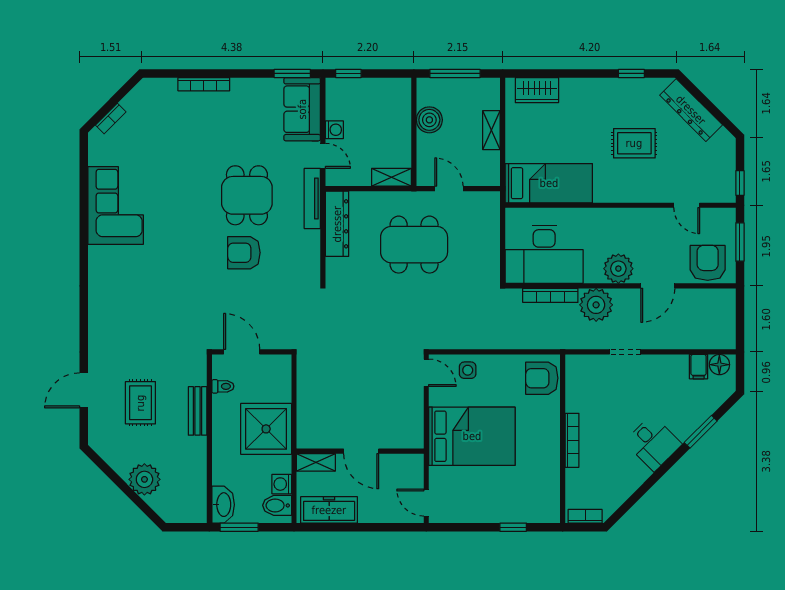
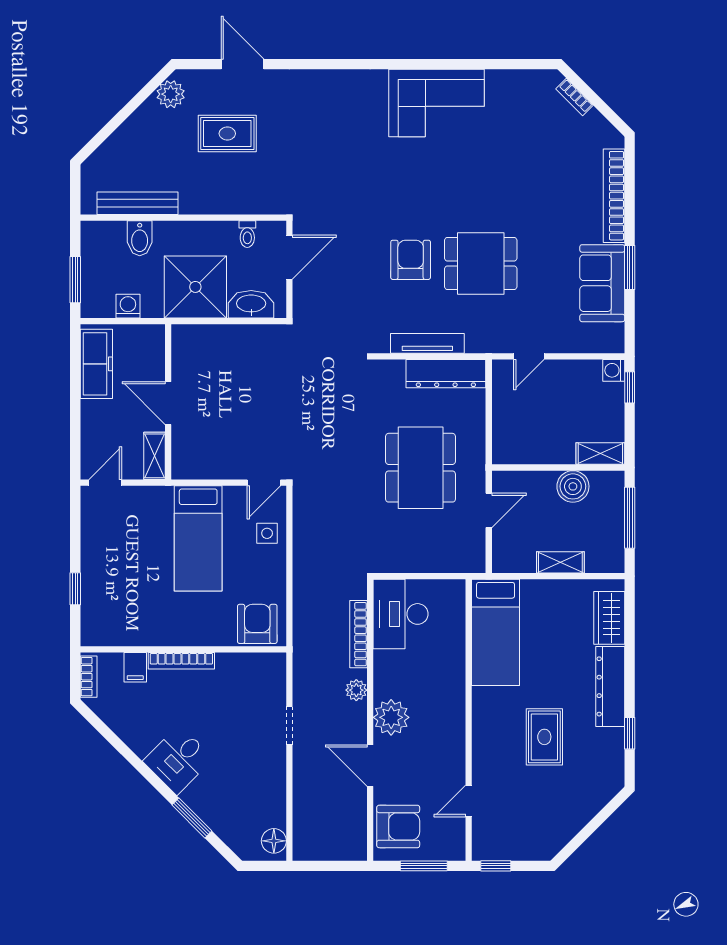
window: (292, 73) -> (630, 268), moved
bookcase: (204, 84) -> (614, 196), width x1.48, depth x1.31
sofa: (302, 109) -> (602, 283), moved, turned -90
dresser: (691, 110) -> (610, 686), moved, turned -45
washing machine: (334, 130) -> (614, 370), moved, turned 90
shelving: (392, 177) -> (600, 454), moved, turned 90
tv unit: (312, 198) -> (427, 343), moved
corner sofa: (116, 206) -> (436, 103), moved
desk: (544, 254) -> (401, 614), width x0.73, depth x0.77
plant: (596, 305) -> (356, 690), width x0.53, depth x0.53
filing cabinet: (699, 367) -> (135, 667), moved, turned -90
bench: (198, 411) -> (138, 203), moved, width x1.36
bed: (472, 436) -> (198, 538), width x0.67
door: (361, 451) -> (168, 403), hinge flipped
shelving: (316, 462) -> (154, 456), moved
plant: (144, 479) -> (171, 94), moved, width x0.73, depth x0.73
washbasin: (223, 505) -> (251, 304), moved, turned 180
bidet: (277, 505) -> (140, 238), moved, turned 180
window: (239, 527) -> (75, 280), moved

